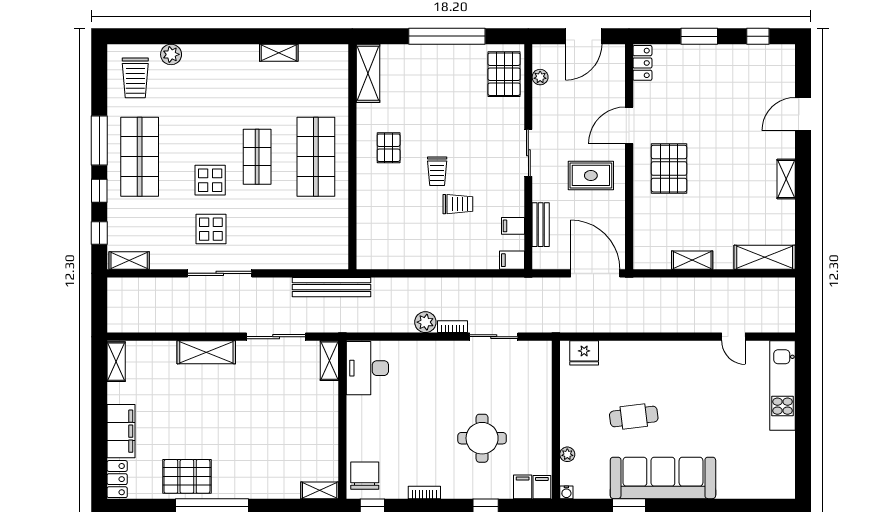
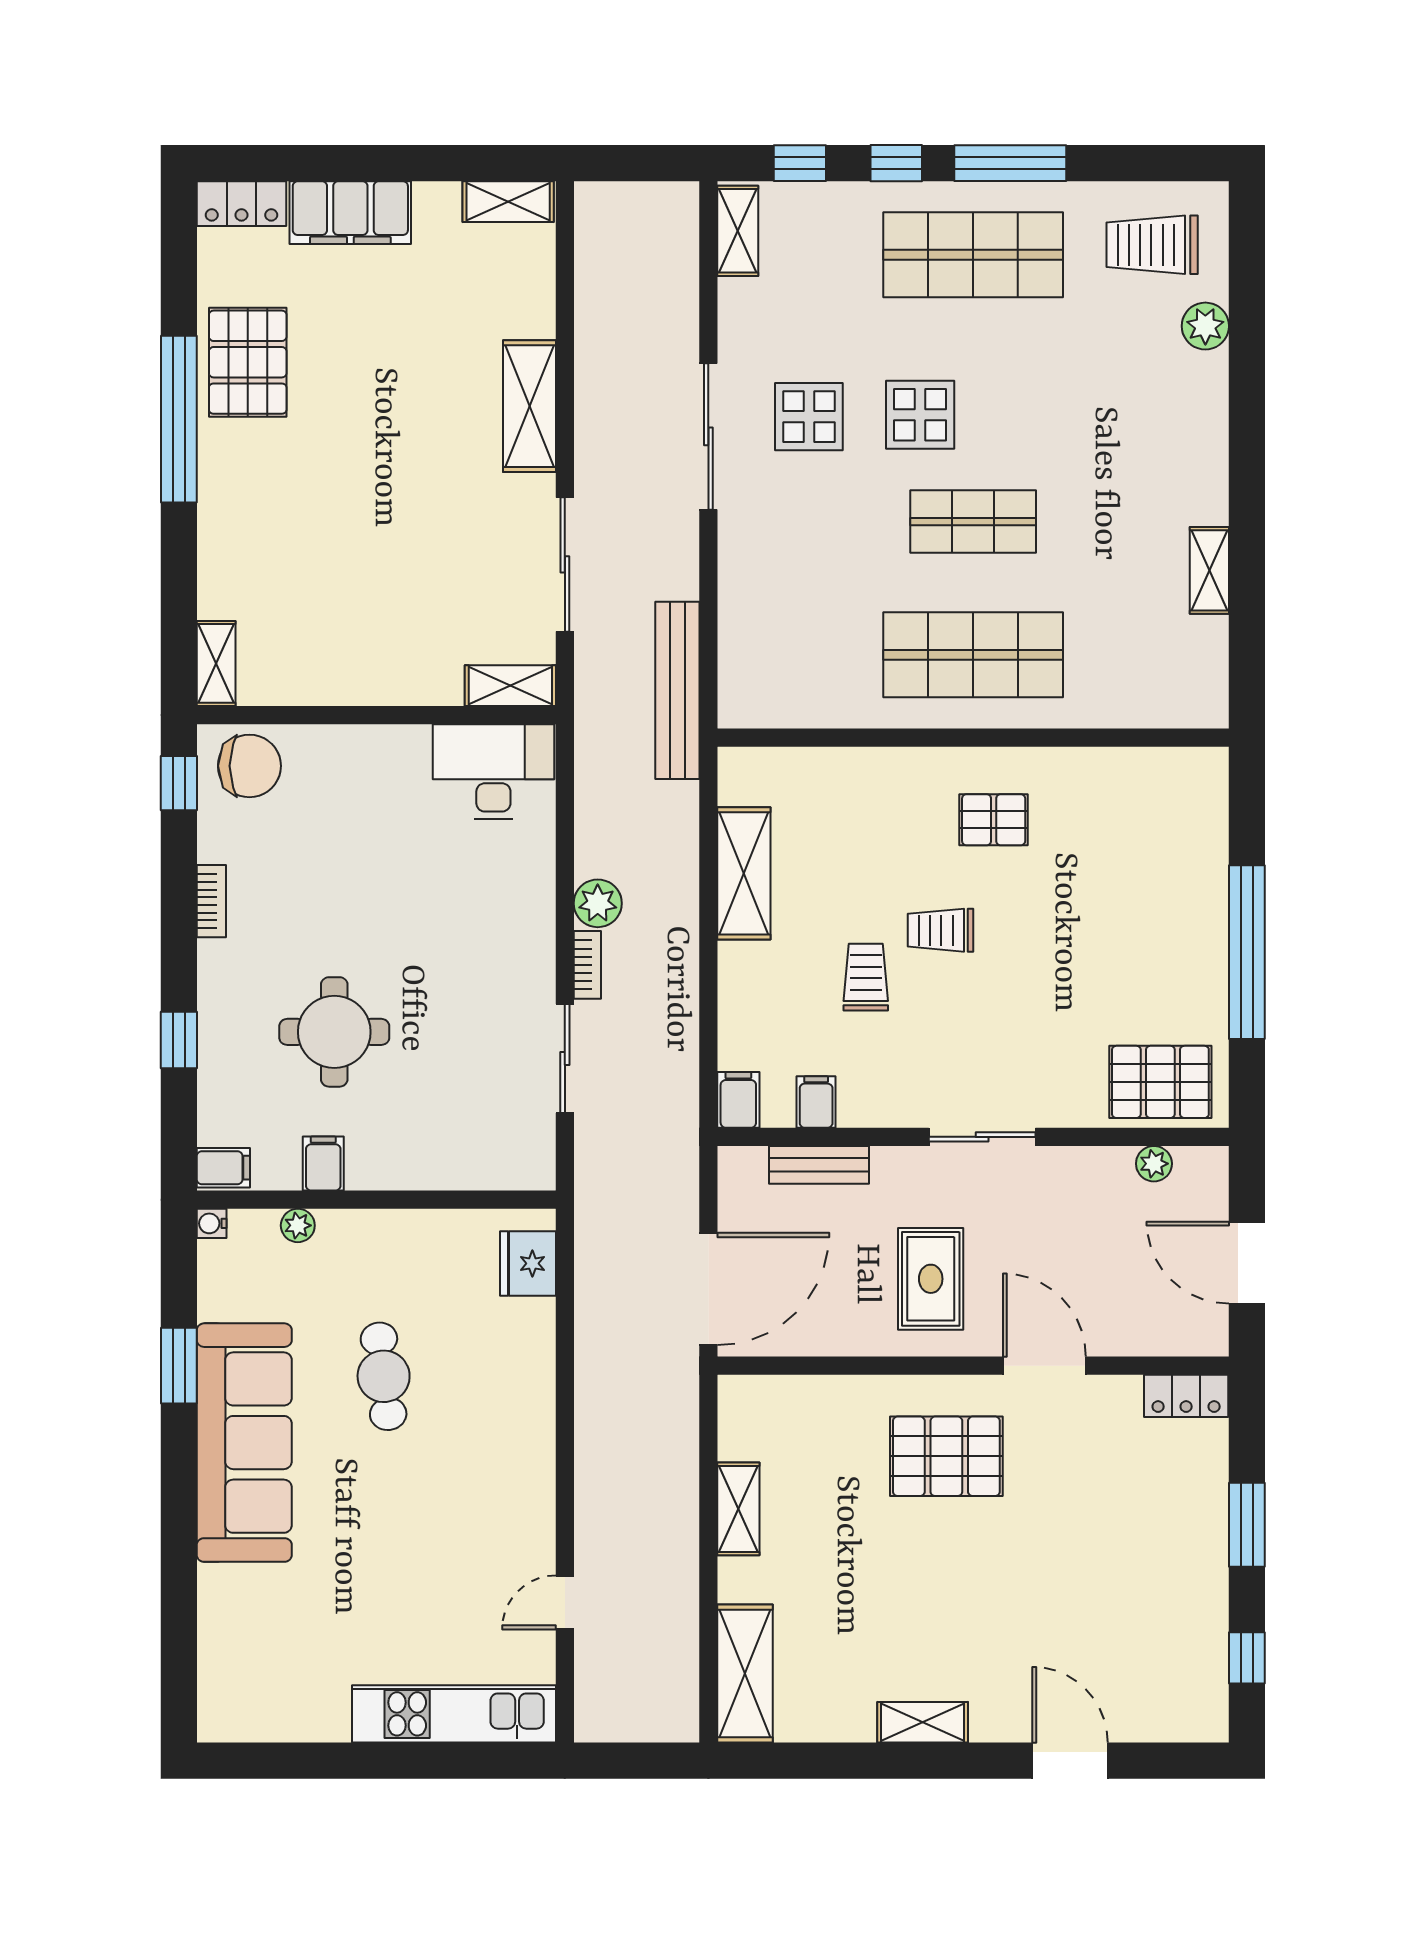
shelving: (368, 73) -> (744, 873), moved, turned 90
trolley: (458, 204) -> (866, 977), turned 180
filing cabinet: (523, 487) -> (323, 1164), moved, turned -90

